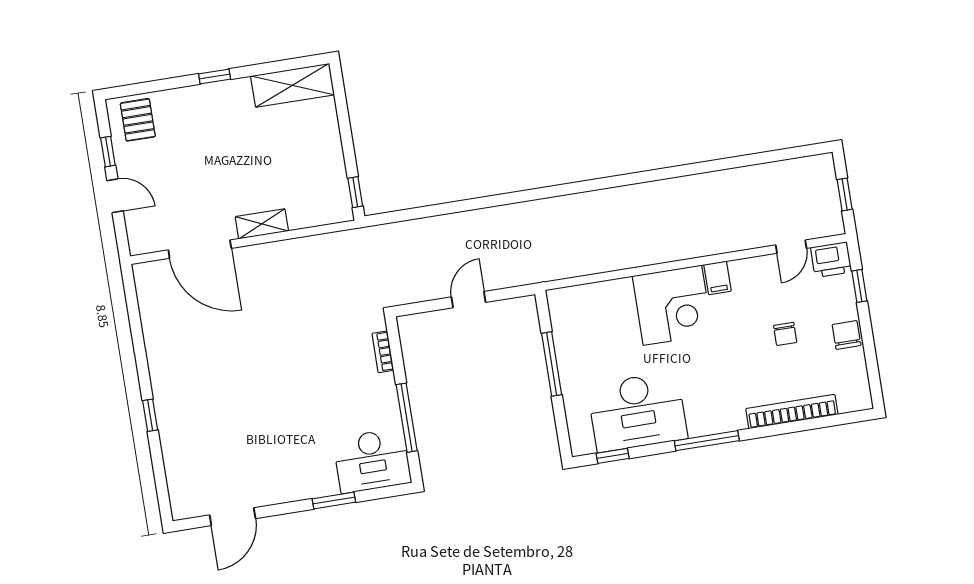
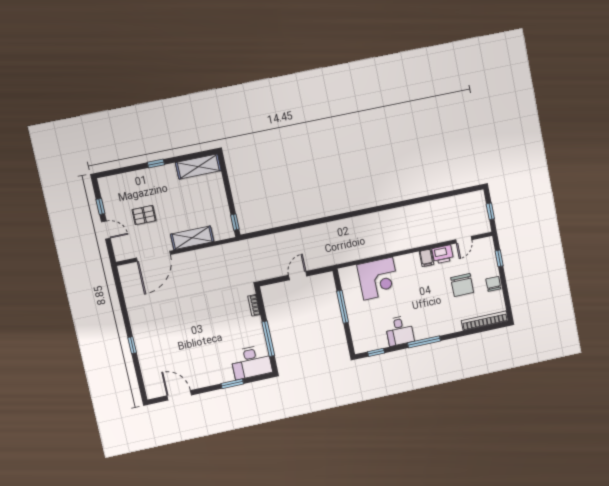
pallet: (138, 120) -> (144, 215), moved, turned 90
shelving: (262, 224) -> (192, 238), width x1.50, depth x1.33
door: (200, 249) -> (153, 256), hinge flipped
printer: (831, 260) -> (443, 254), moved
corner desk: (672, 305) -> (378, 279), moved
chair: (785, 334) -> (462, 285), width x1.87, depth x1.87
desk: (637, 412) -> (399, 331), width x0.53, depth x0.77
bookcase: (792, 412) -> (485, 321), moved
door: (233, 517) -> (179, 395), swing flipped

